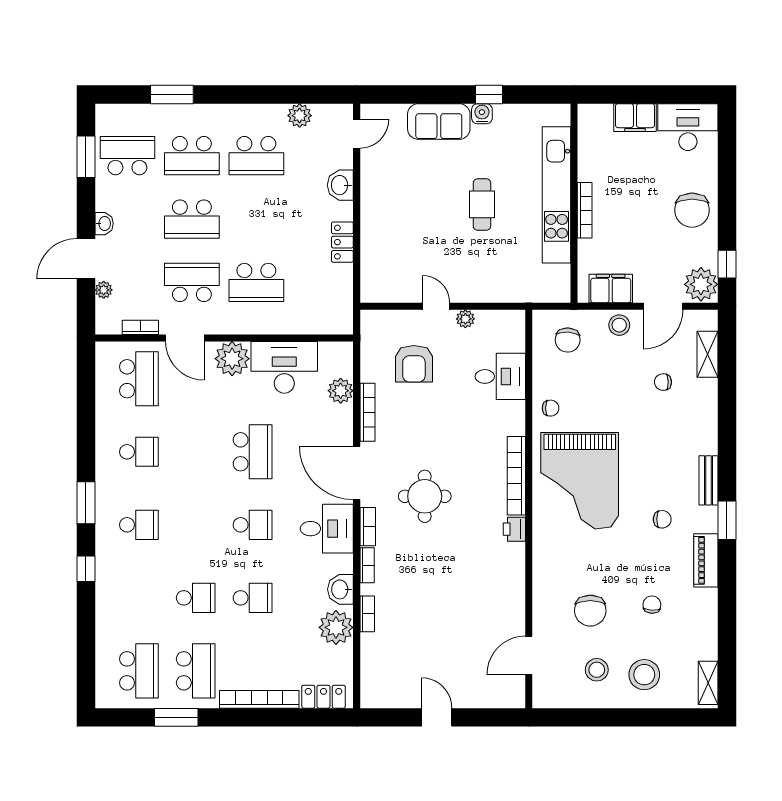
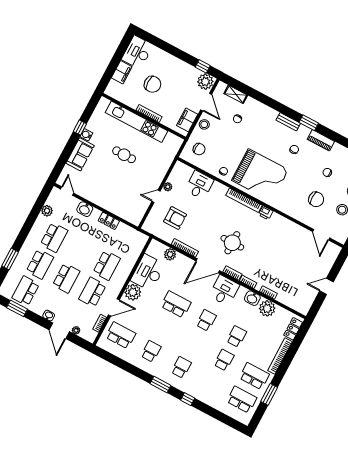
chair: (692, 210) -> (153, 84), moved

